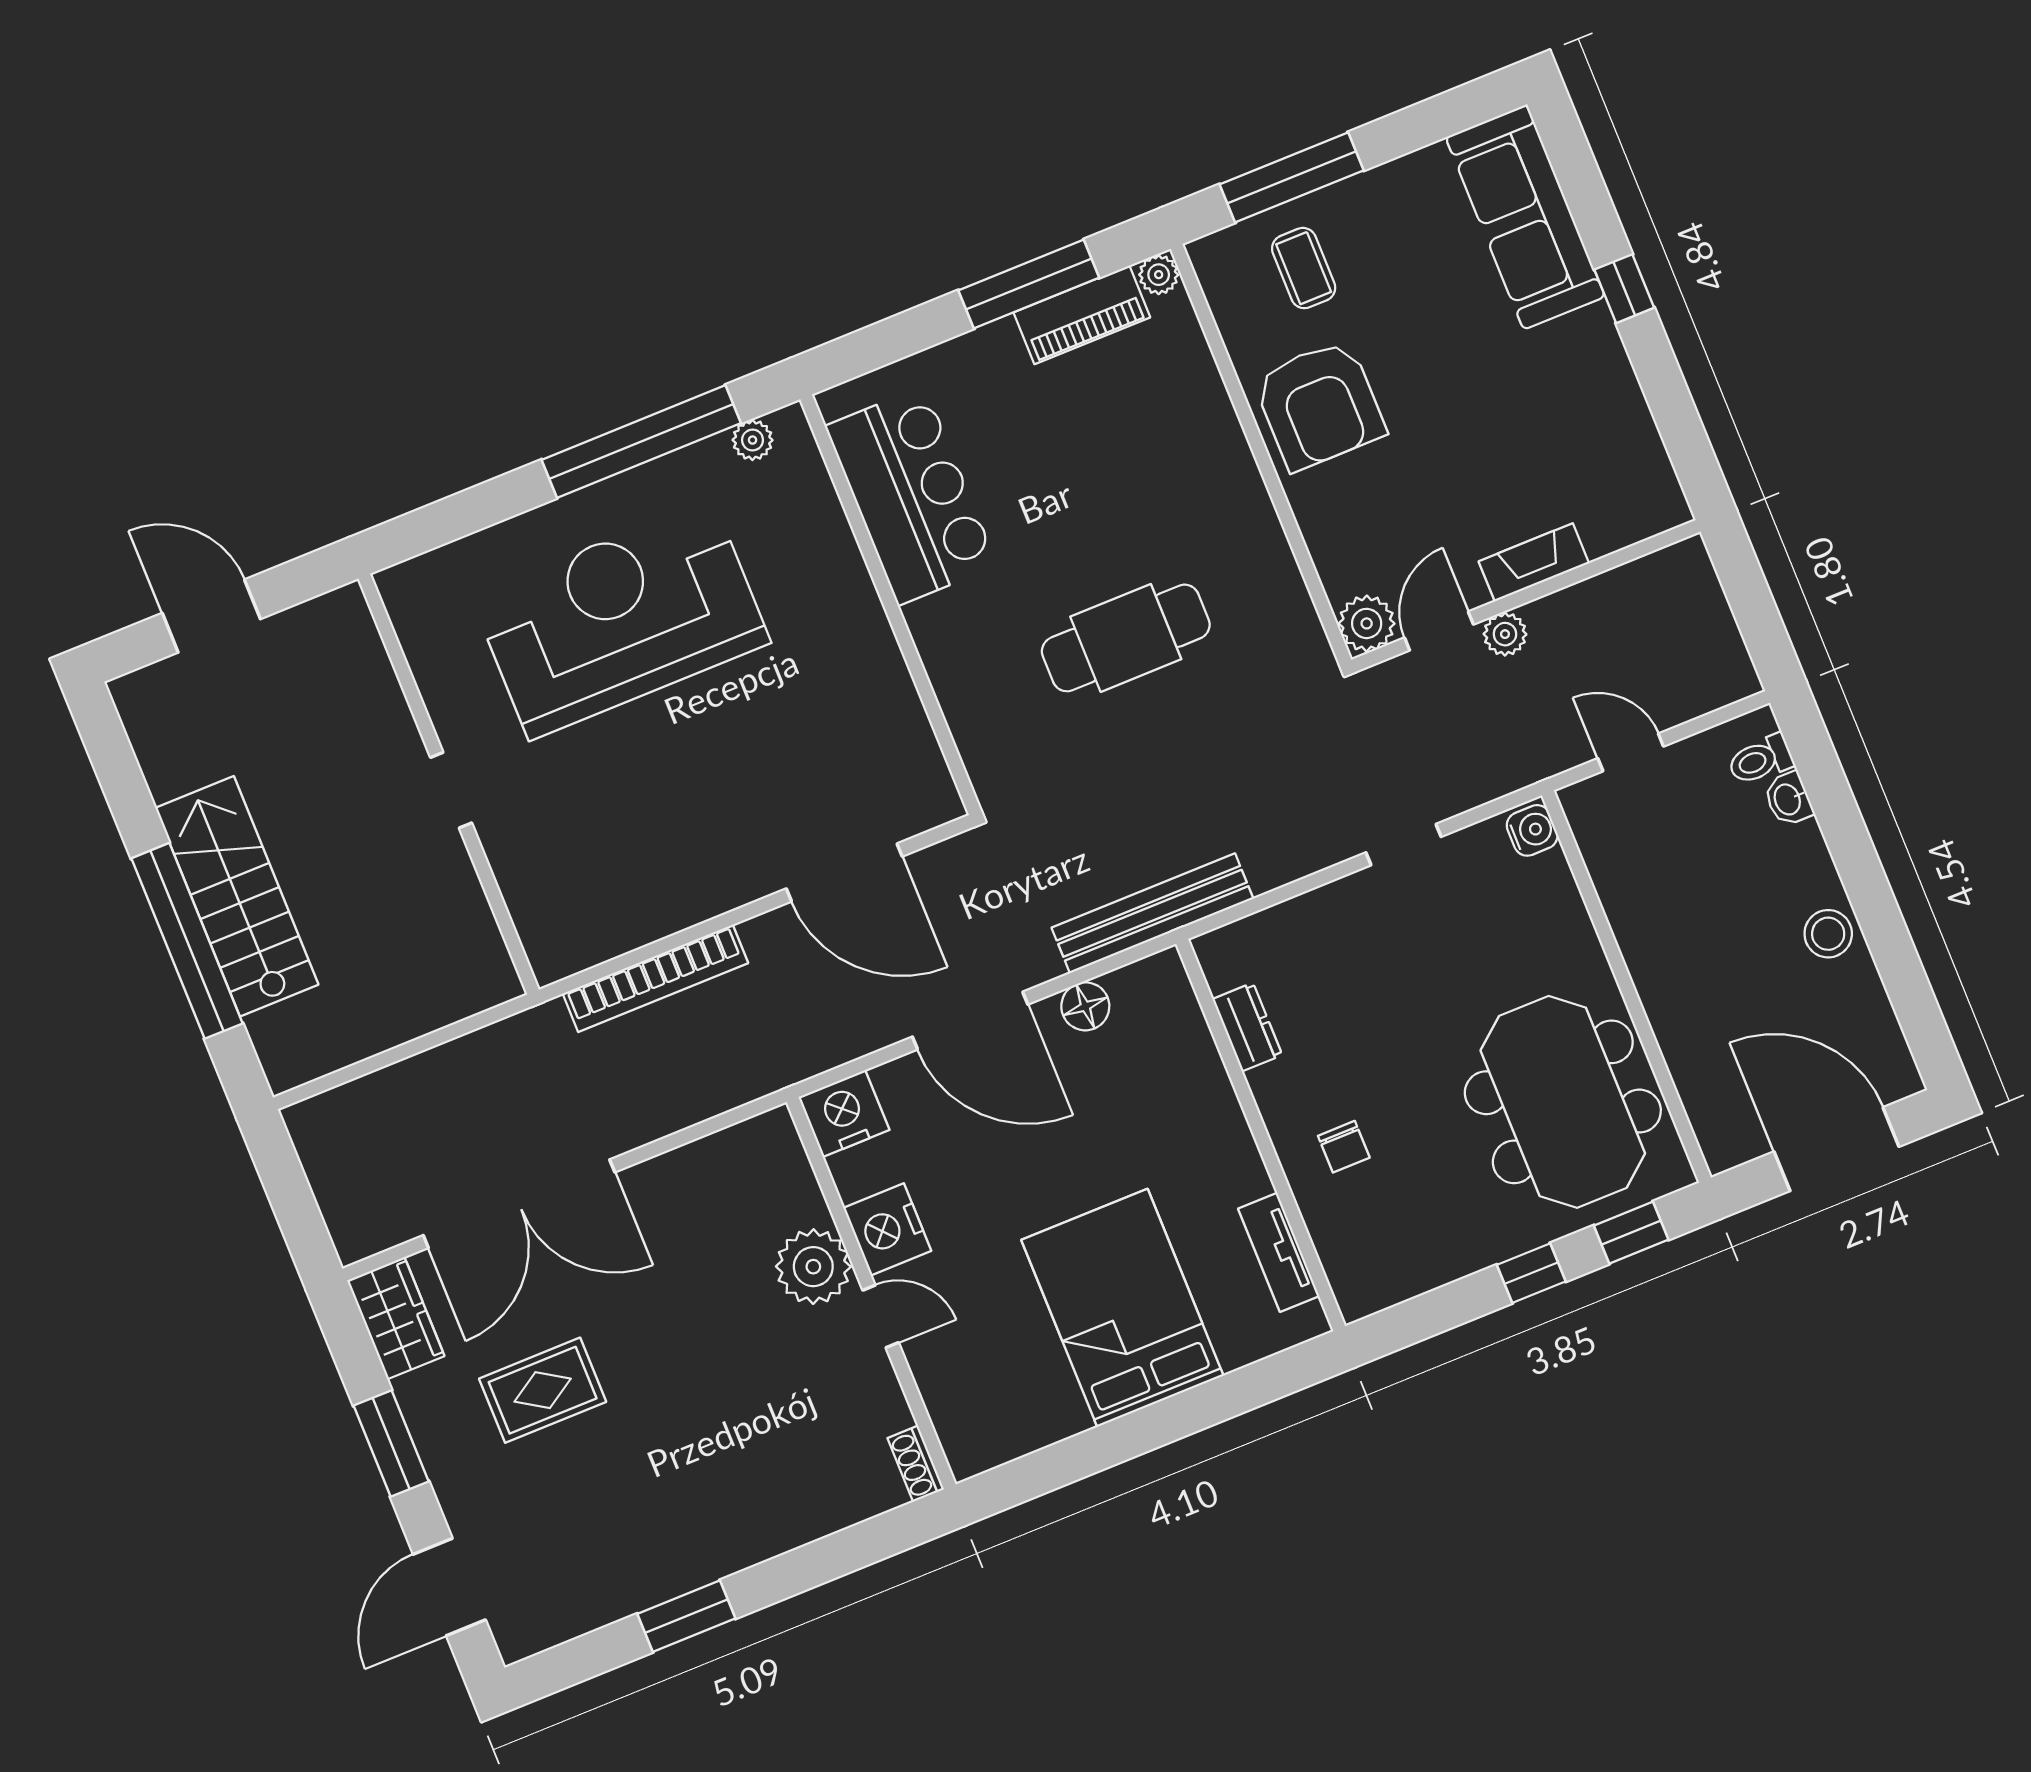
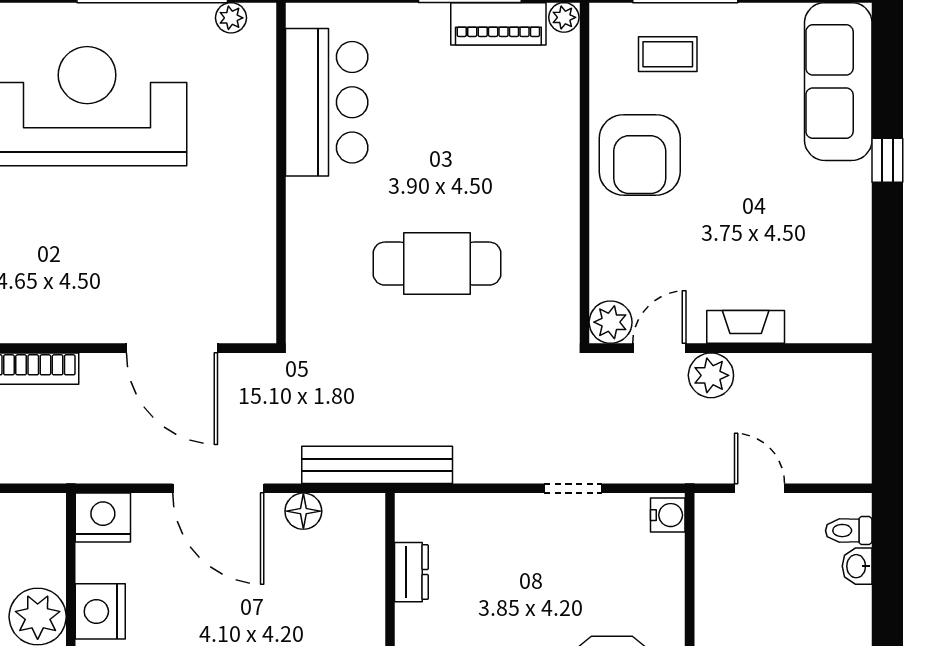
coffee table: (1304, 268) -> (668, 54), turned 90
plant: (1505, 634) -> (711, 375), width x1.38, depth x1.38

